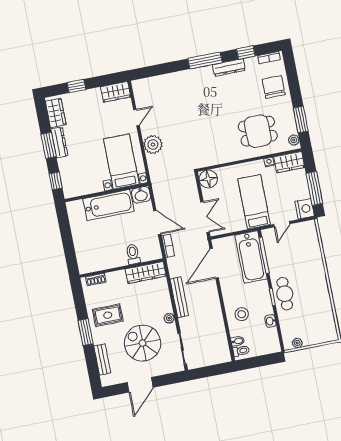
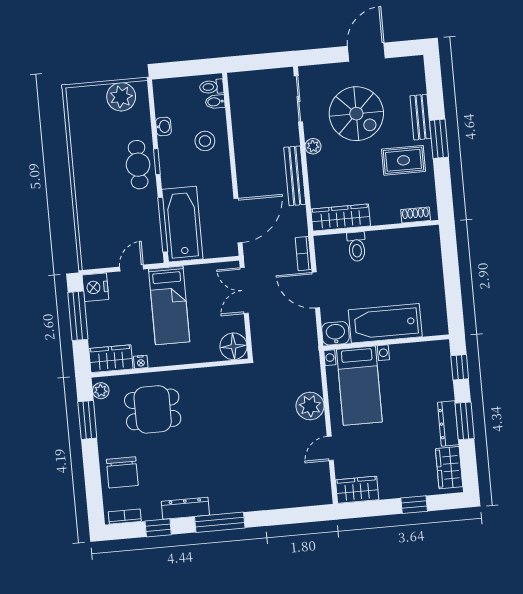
plant: (297, 343) -> (121, 97), width x1.88, depth x1.88
bench: (102, 359) -> (420, 117), moved

